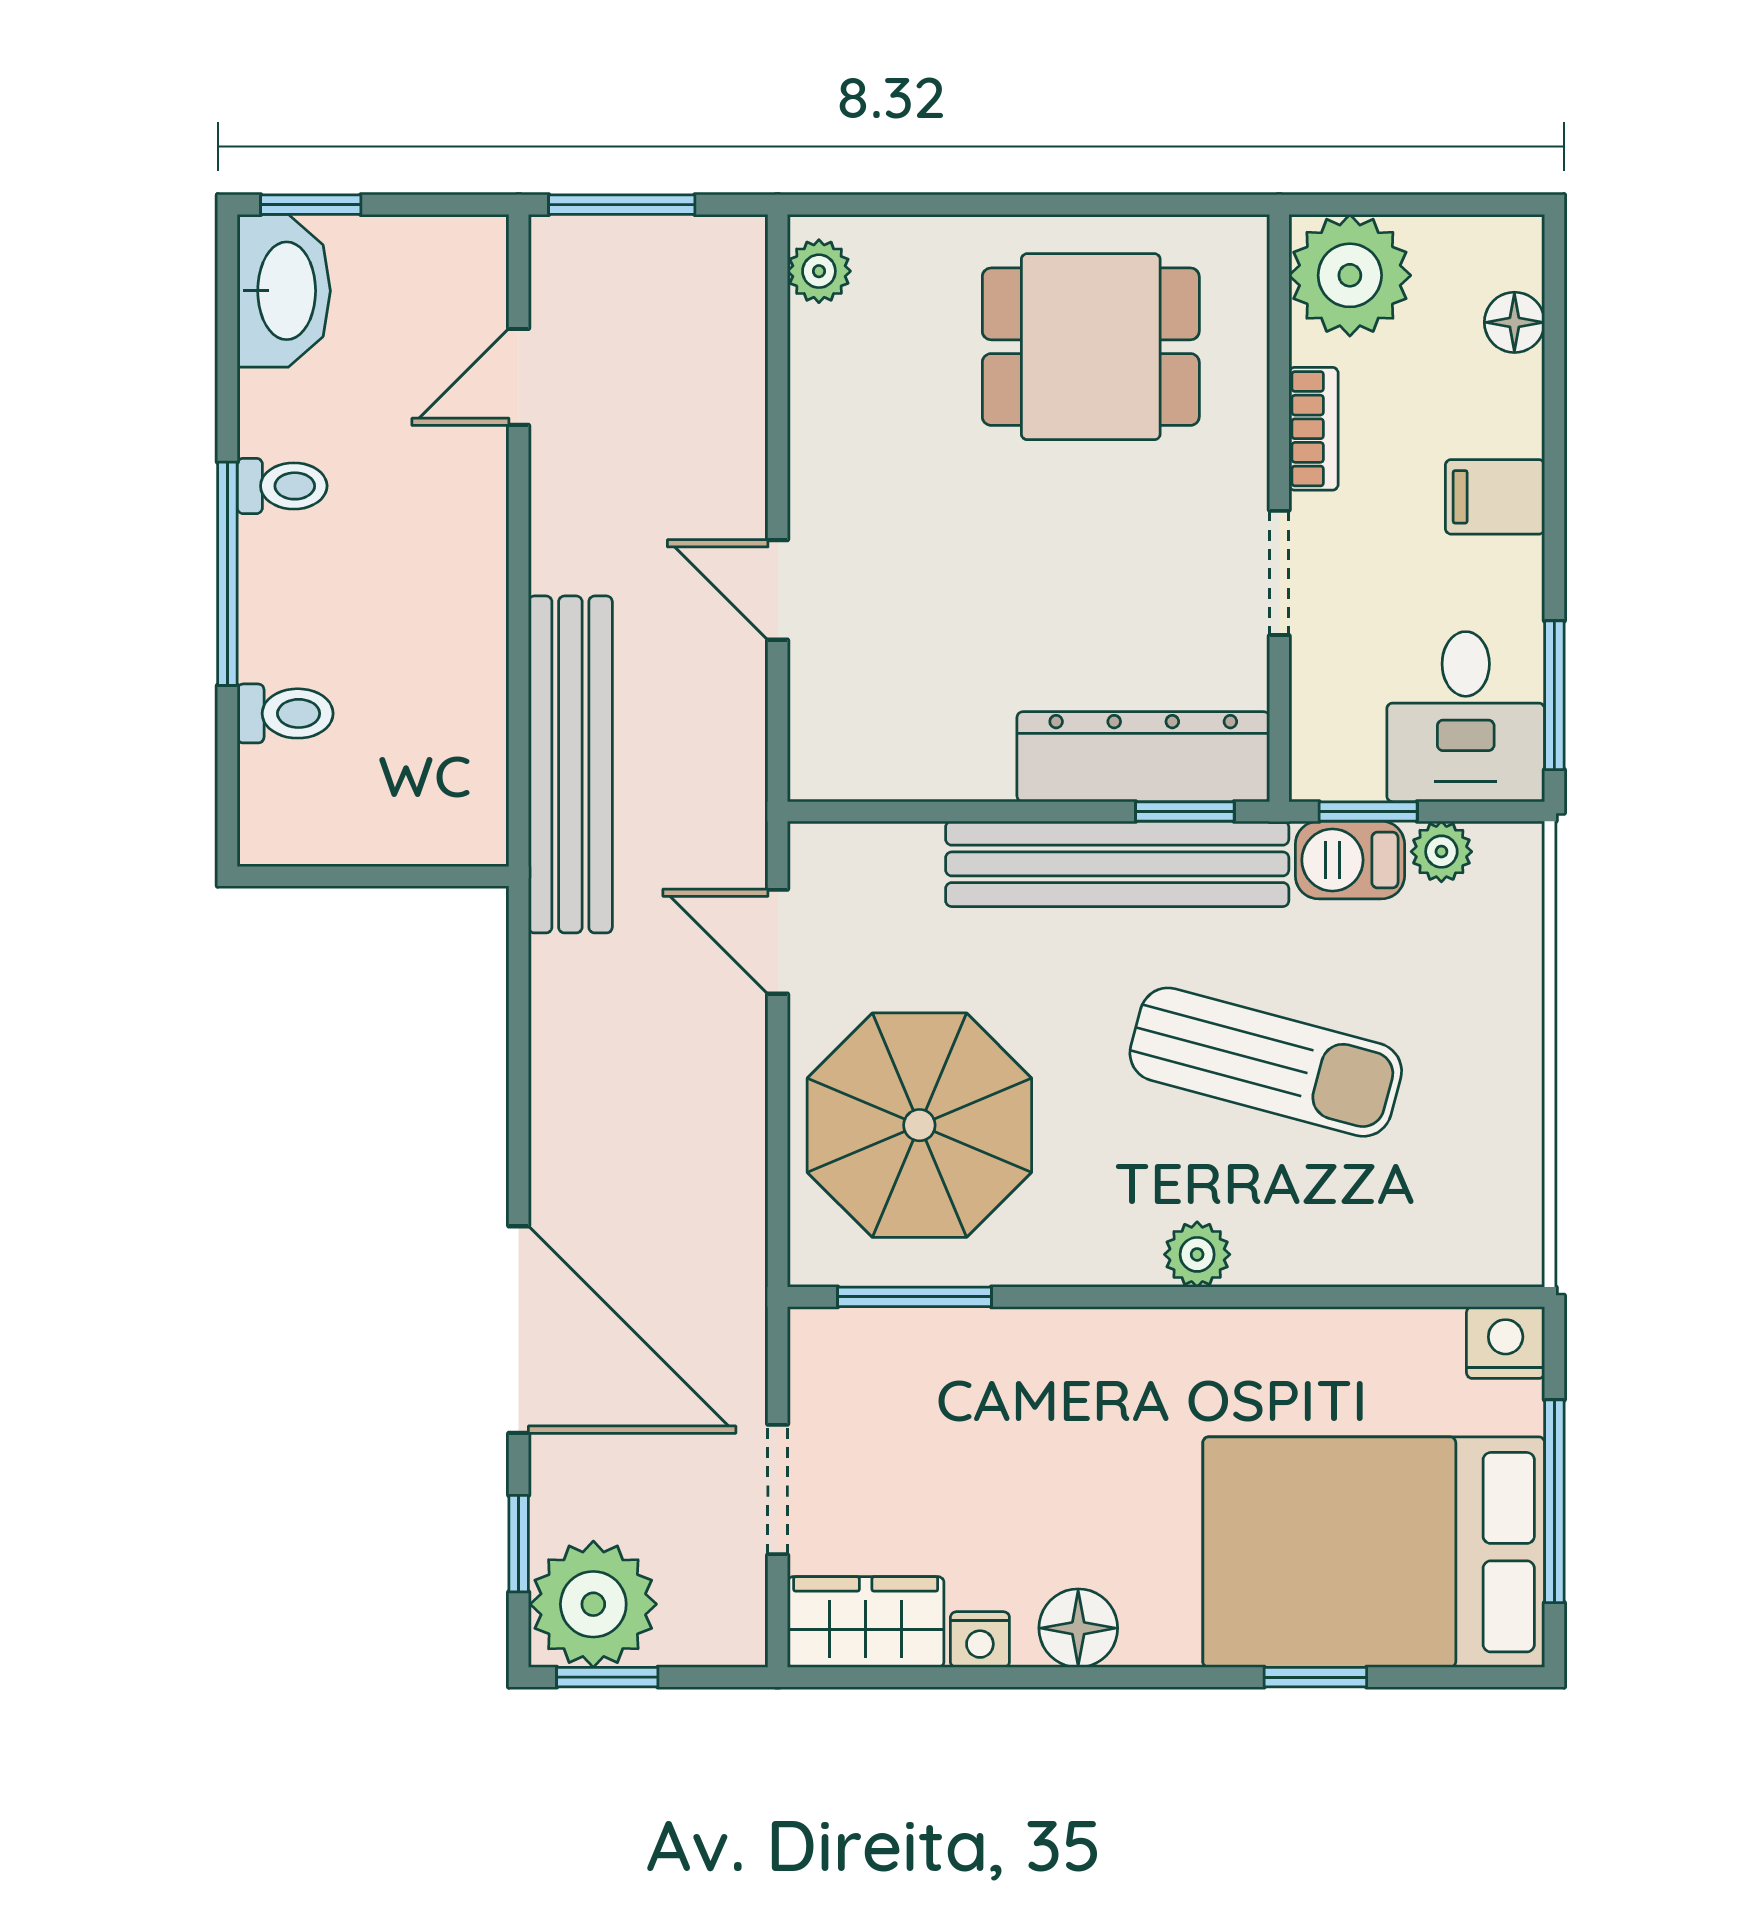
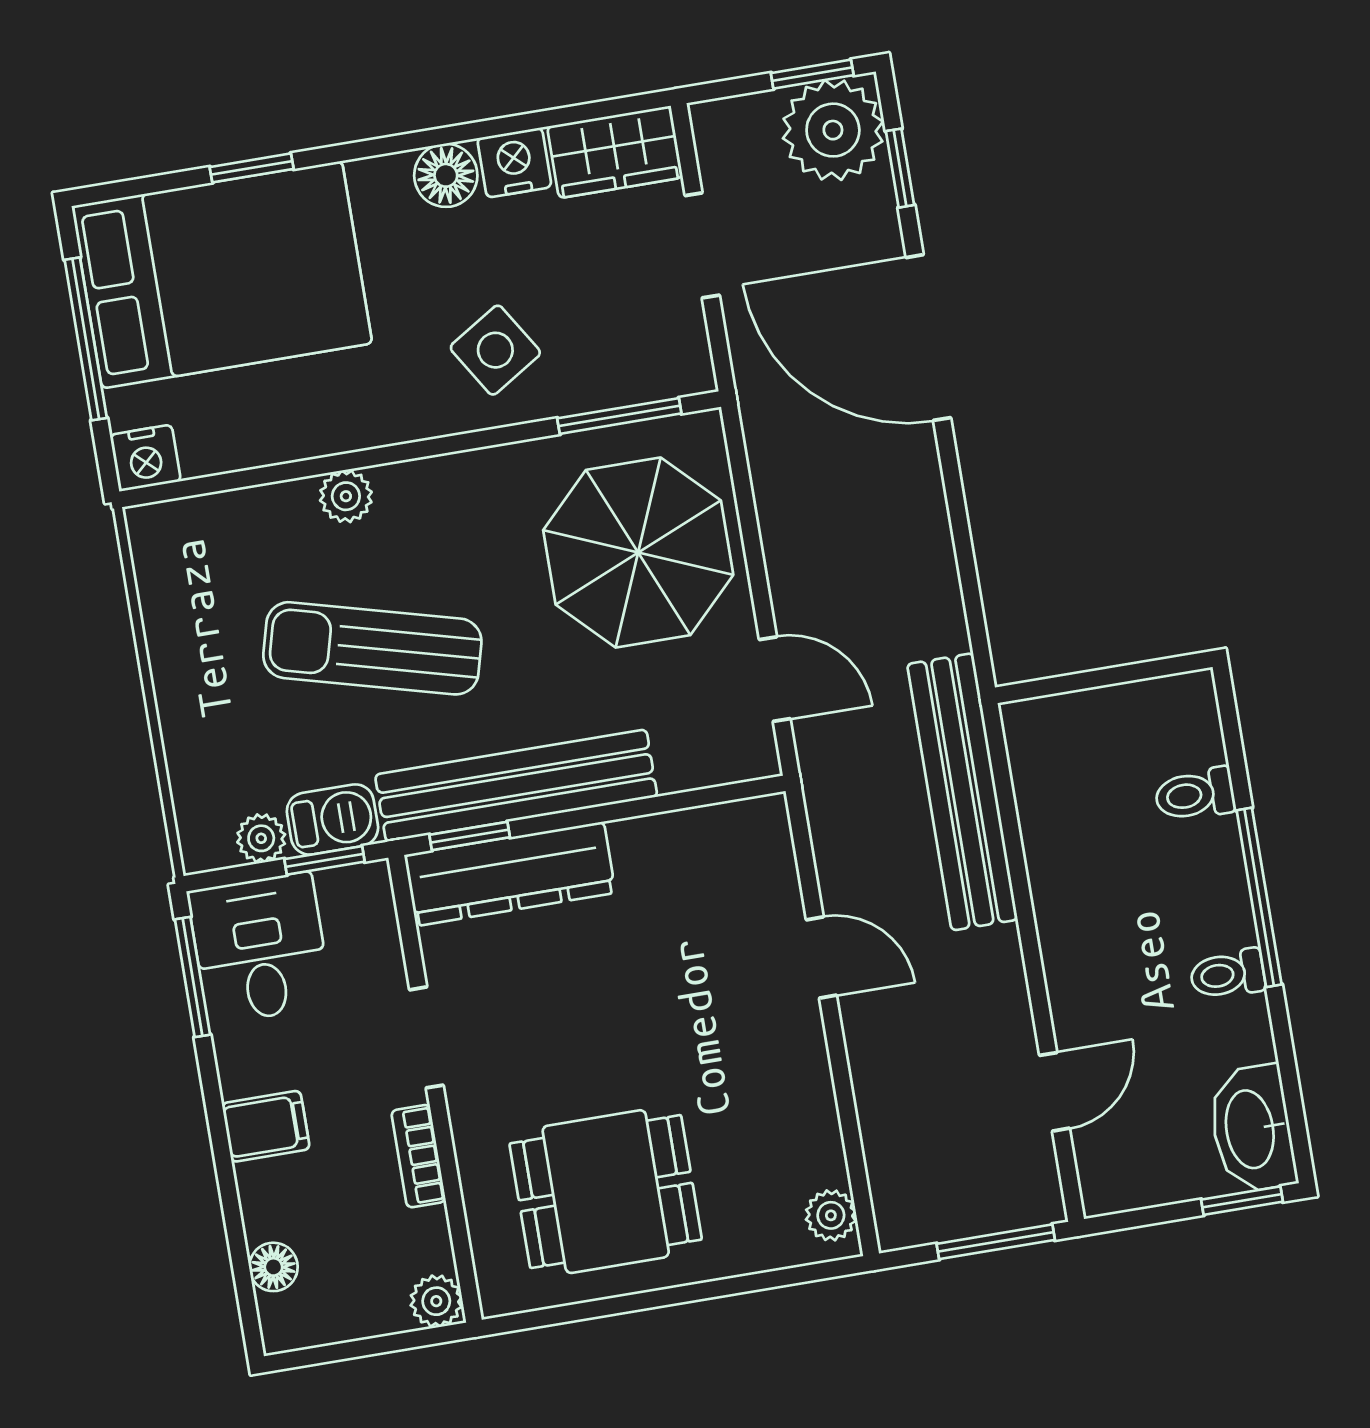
plant: (1350, 275) -> (436, 1301), width x0.53, depth x0.53
plant: (1197, 1254) -> (346, 496), moved
side table: (1053, 1403) -> (495, 350), added
nightstand: (980, 1640) -> (514, 163), width x1.39, depth x1.35

